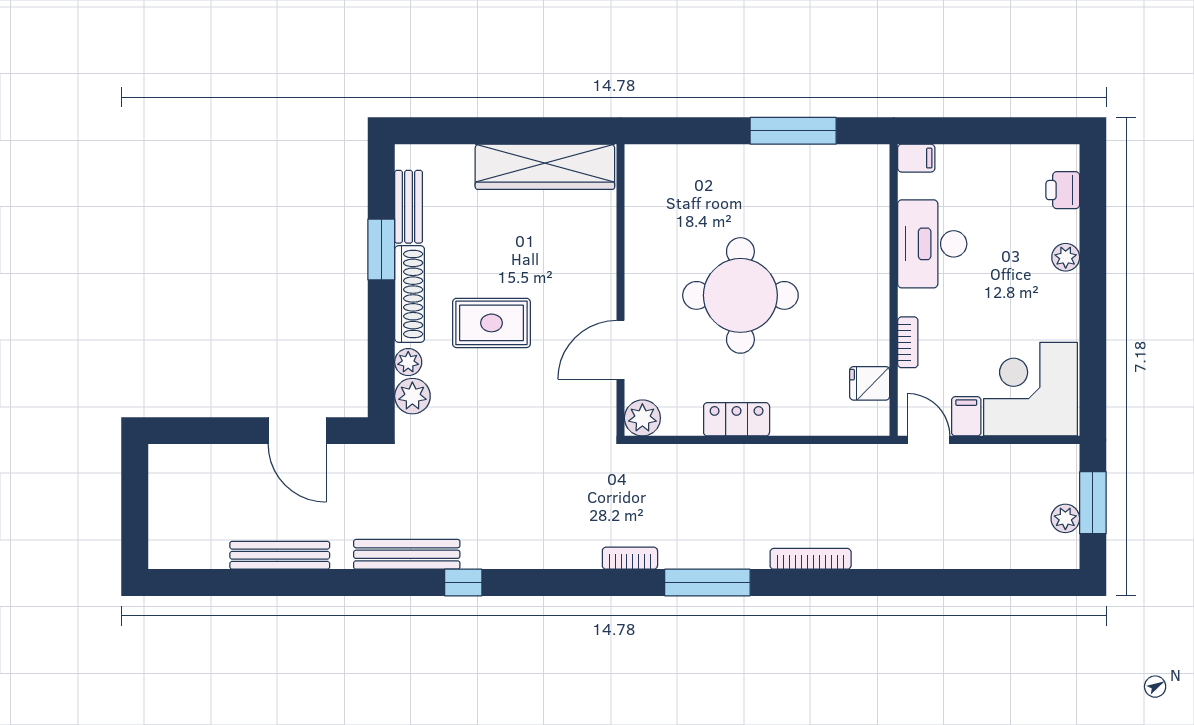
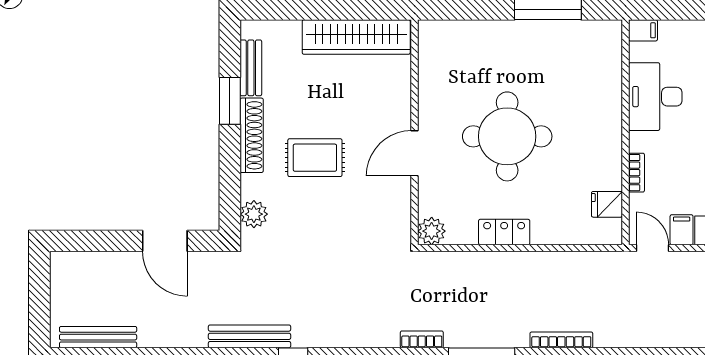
door: (621, 350) -> (415, 153), moved
plant: (408, 362) -> (251, 188), removed
bench: (280, 555) -> (98, 337), moved

